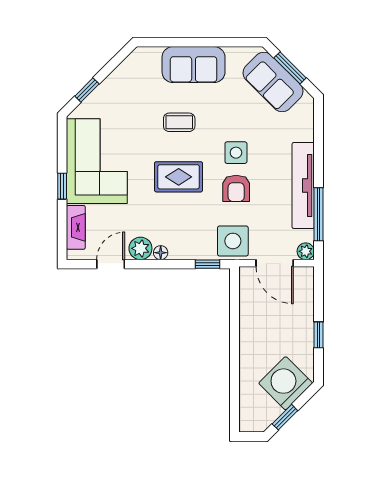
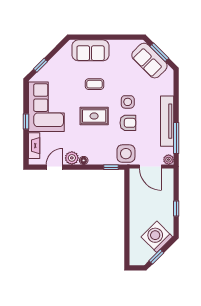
sofa: (194, 65) -> (91, 50), moved
armchair: (236, 188) -> (128, 123), turned -90

